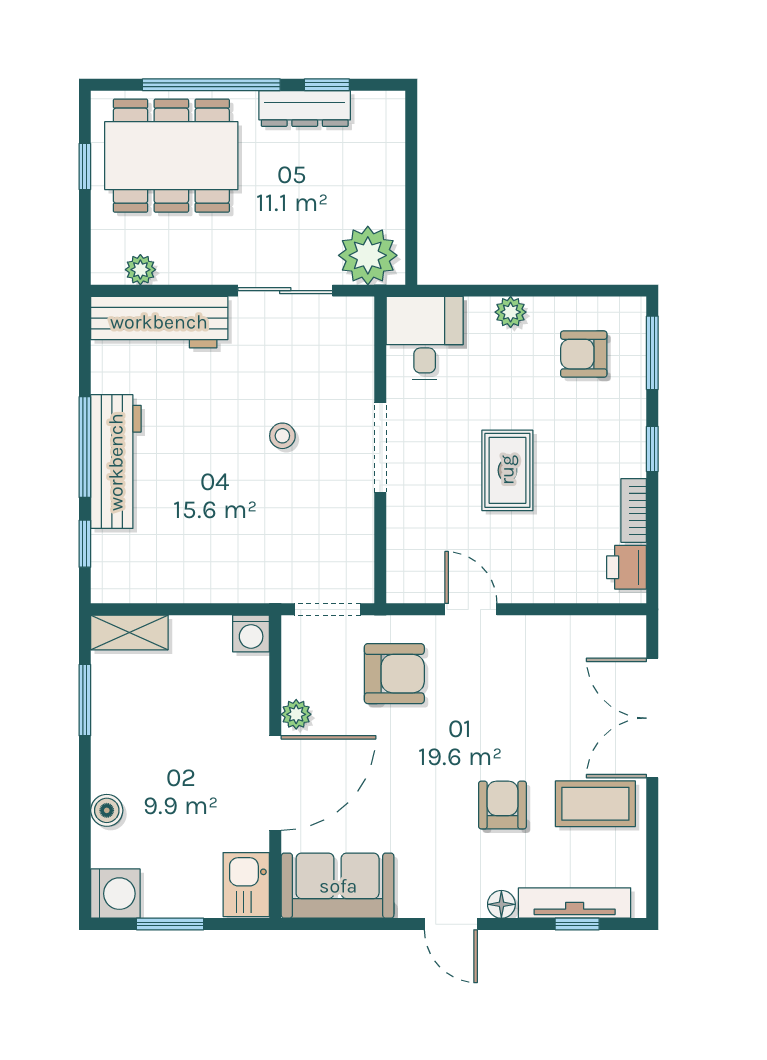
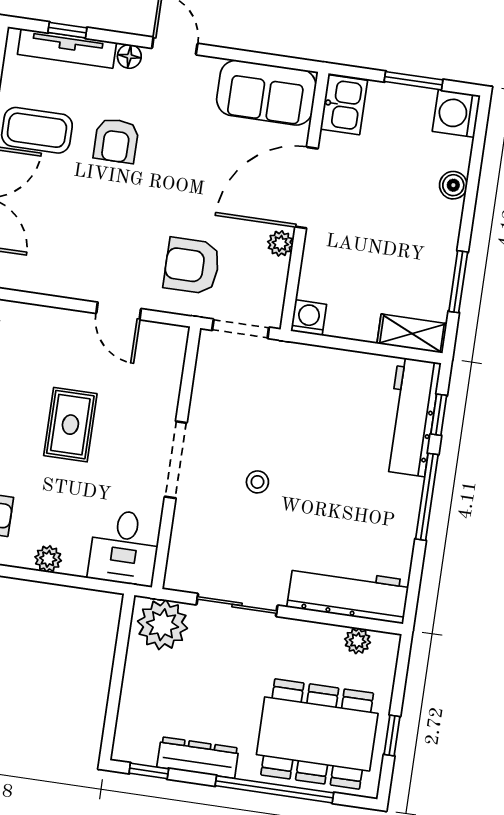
window: (327, 85) -> (149, 771), moved
workbench: (116, 462) -> (412, 417), moved

